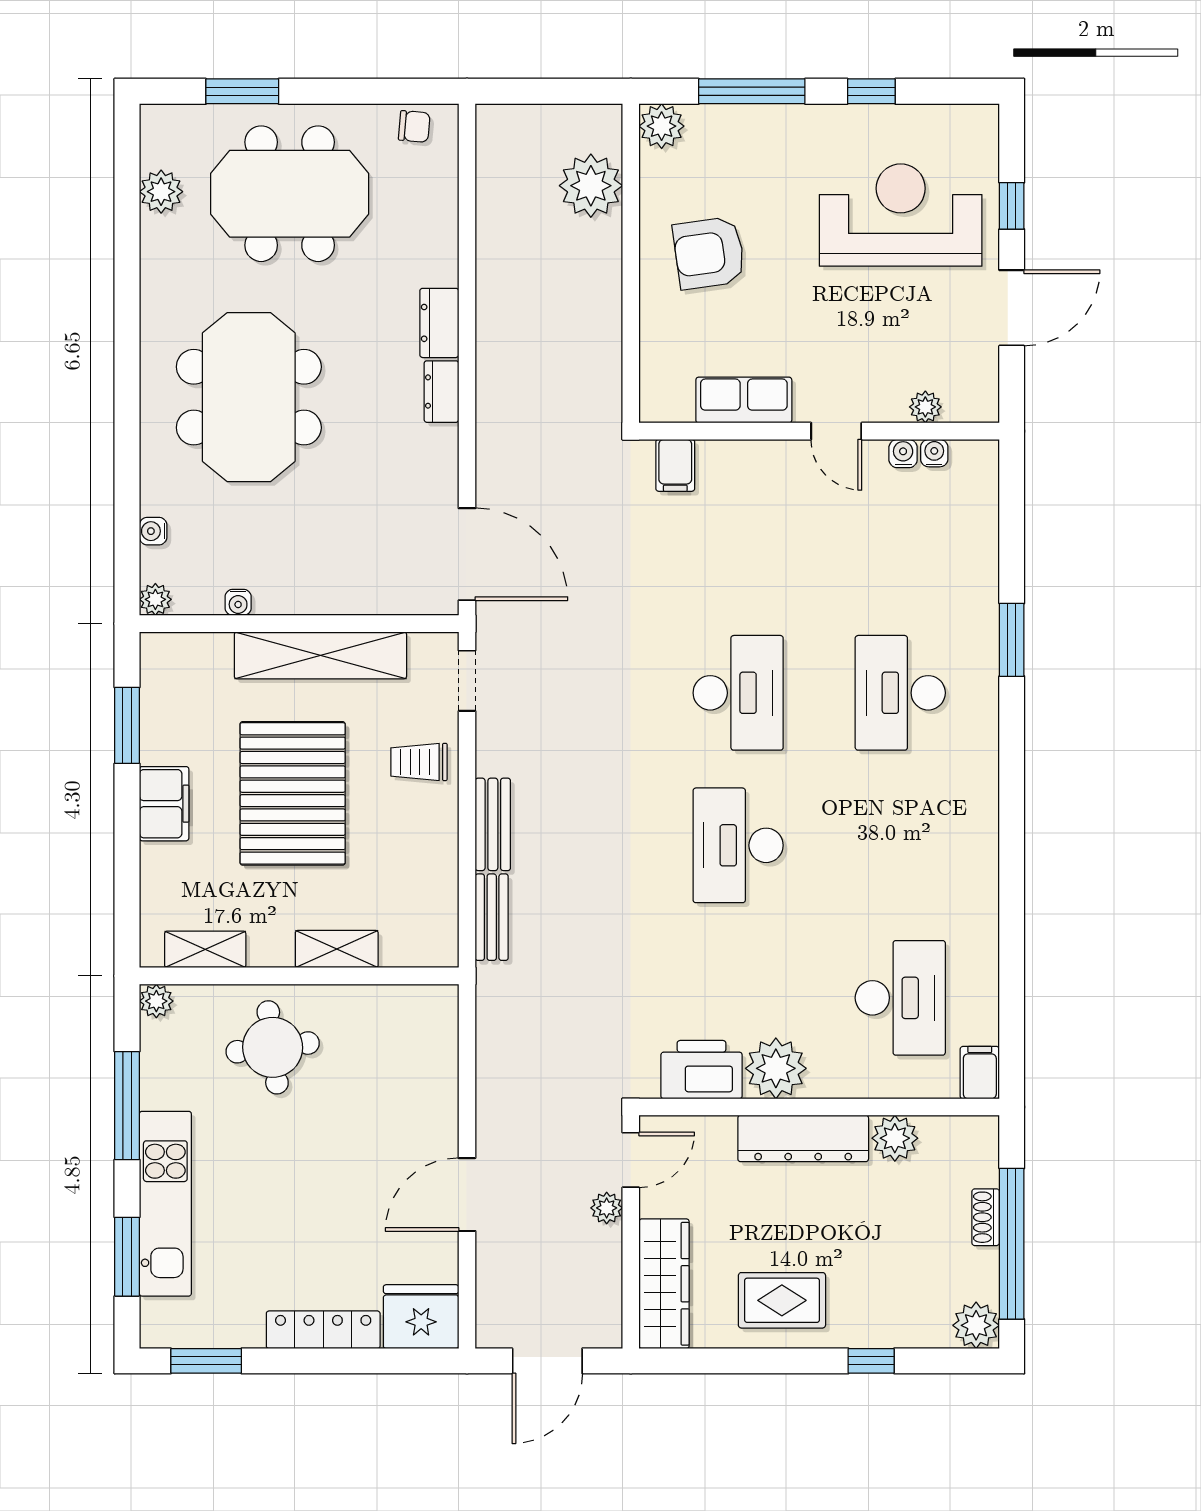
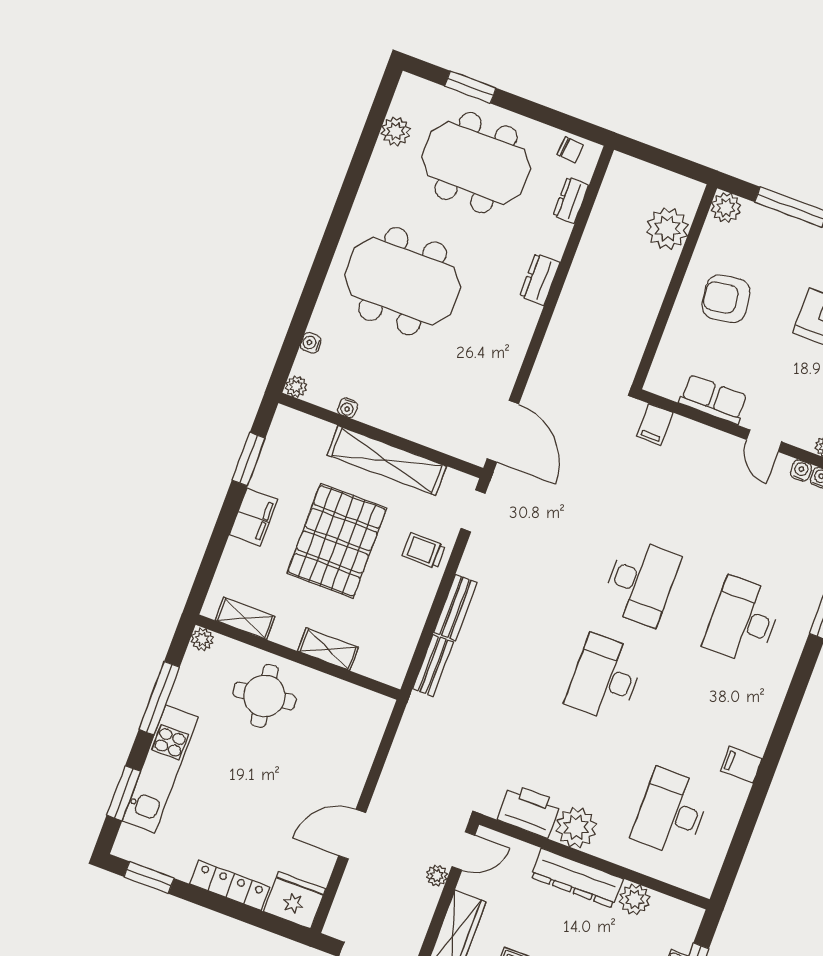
dresser: (441, 392) -> (571, 200), moved
meeting table: (249, 397) -> (403, 281), turned 90
desk: (900, 998) -> (671, 812), turned 180
filing cabinet: (980, 1073) -> (741, 765), moved, turned -90

